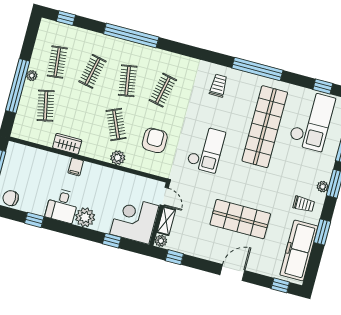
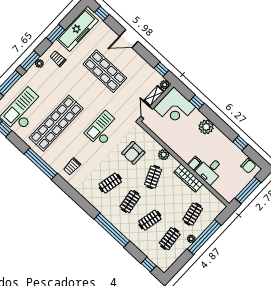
wardrobe: (67, 144) -> (188, 178), width x1.50
desk: (62, 206) -> (210, 170), moved, turned 180

